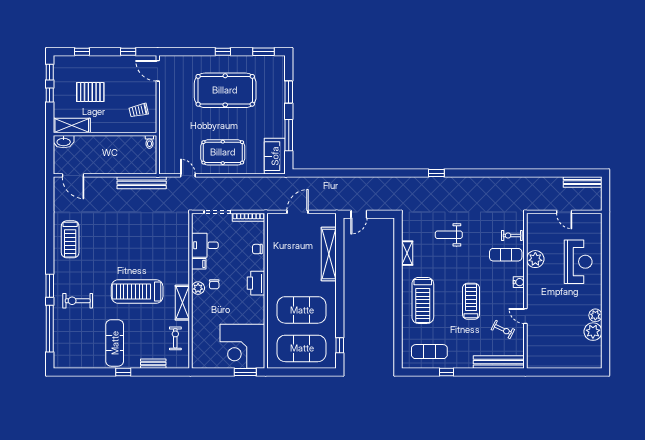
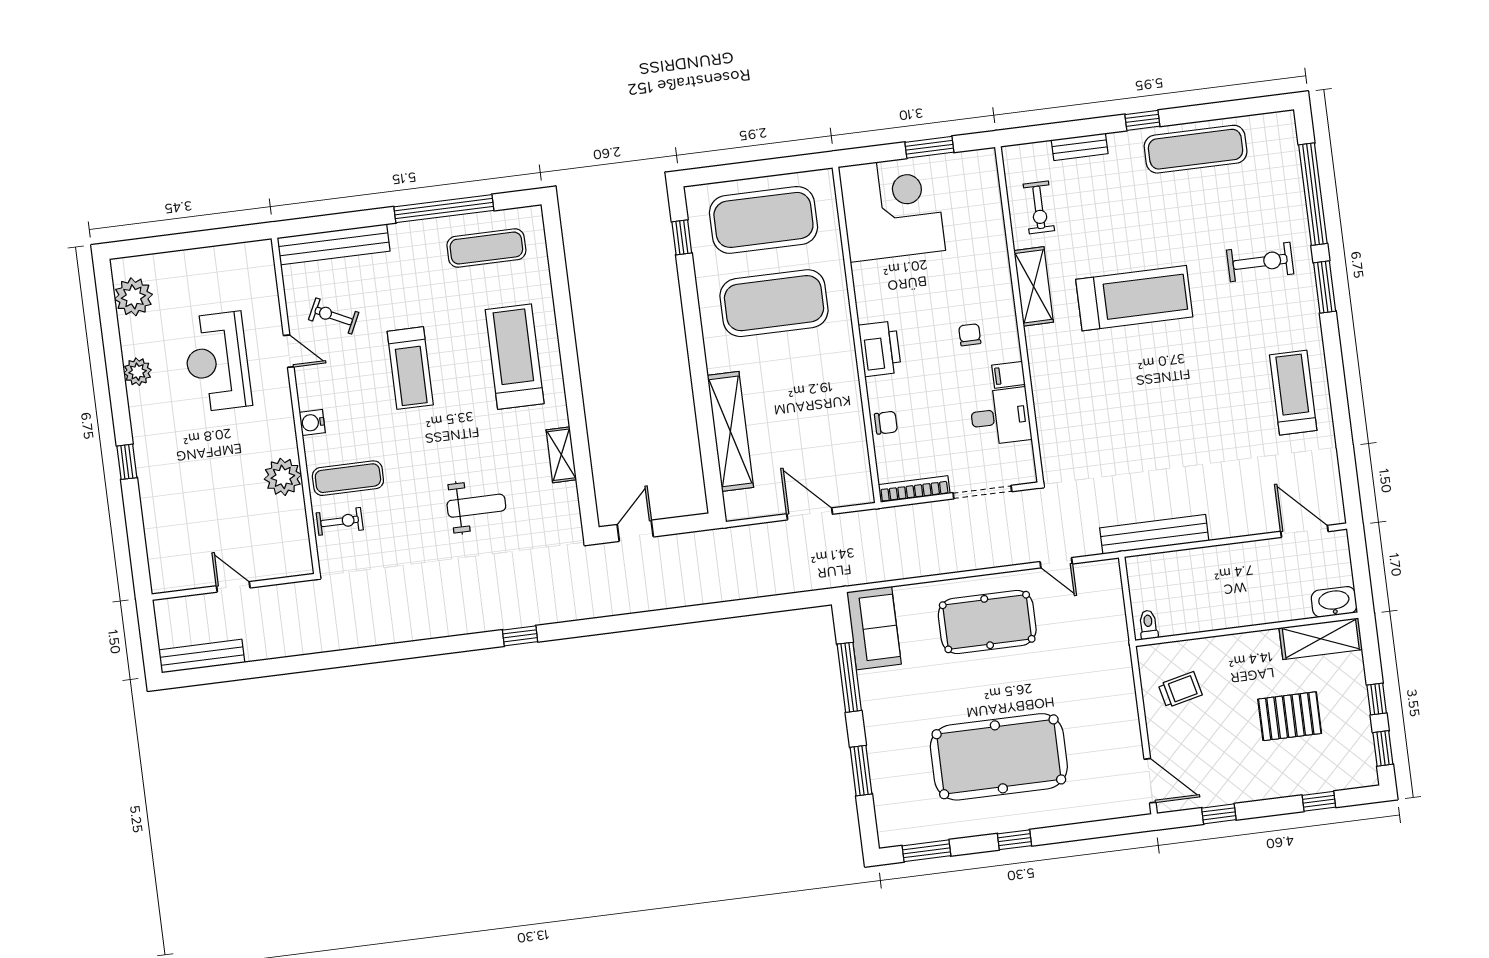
door: (297, 212) -> (810, 514), swing flipped
door: (359, 214) -> (635, 531), moved
reception desk: (578, 262) -> (217, 362), moved
window: (605, 275) -> (127, 462), added
plant: (198, 288) -> (1004, 322), removed
plant: (593, 332) -> (133, 297), moved
exercise mat: (115, 343) -> (1196, 149), moved, turned 90
window: (245, 372) -> (929, 147), moved
window: (446, 372) -> (444, 209), width x3.17

